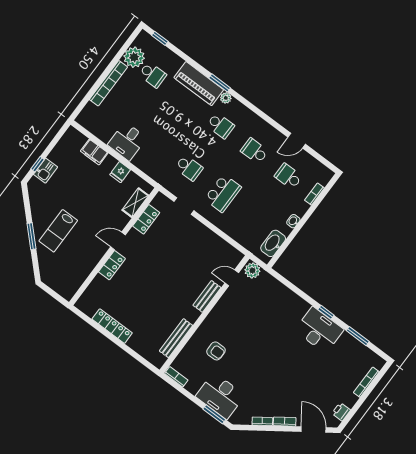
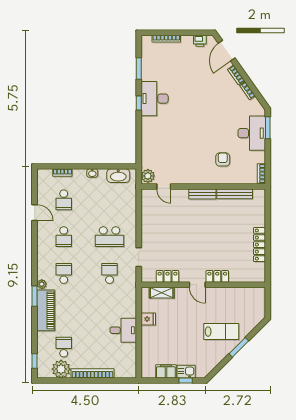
filing cabinet: (94, 152) -> (166, 371), moved, turned -90
school desk: (223, 193) -> (110, 237), turned 180
bench: (207, 296) -> (202, 194), moved

